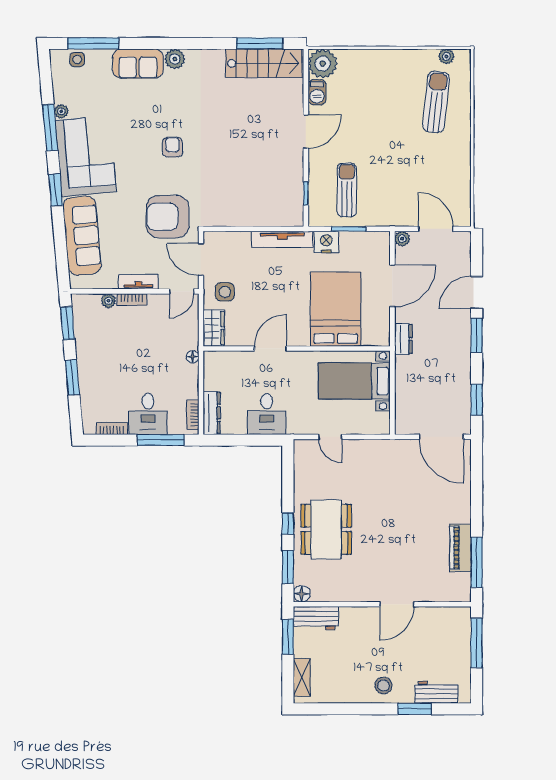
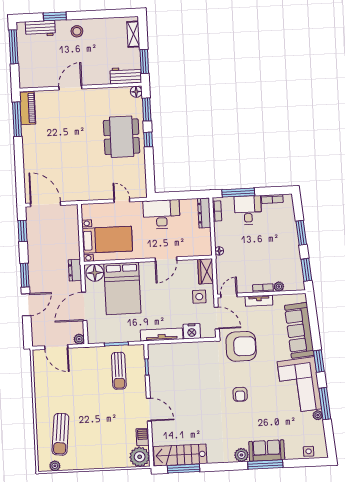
window: (93, 43) -> (265, 465), moved
door: (306, 131) -> (149, 410), swing flipped
nightstand: (326, 242) -> (192, 331), moved
floor lamp: (375, 334) -> (95, 273), added
desk: (267, 414) -> (161, 214), width x1.37
piano: (460, 548) -> (28, 108), moved
window: (477, 643) -> (13, 47), moved

